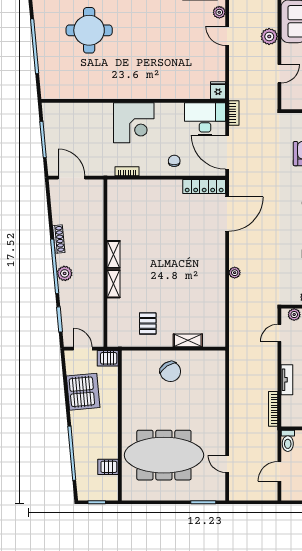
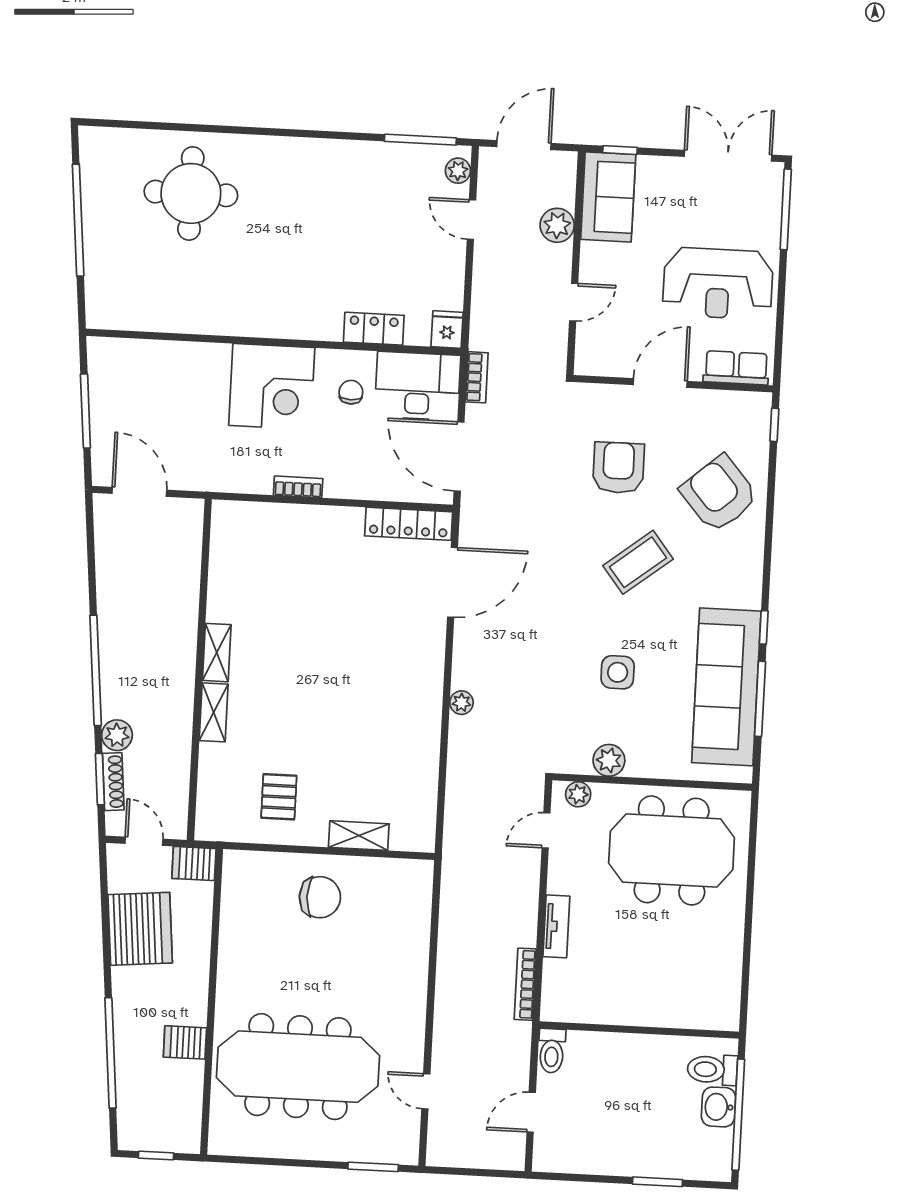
locker: (182, 92) -> (374, 329), added
chair: (174, 161) -> (351, 392), moved
bookcase: (127, 171) -> (298, 487), moved
shoe rack: (59, 239) -> (113, 782), moved
plant: (65, 273) -> (117, 735), moved
chair: (170, 372) -> (320, 897), turned -57
server rack: (108, 467) -> (185, 1042), moved

